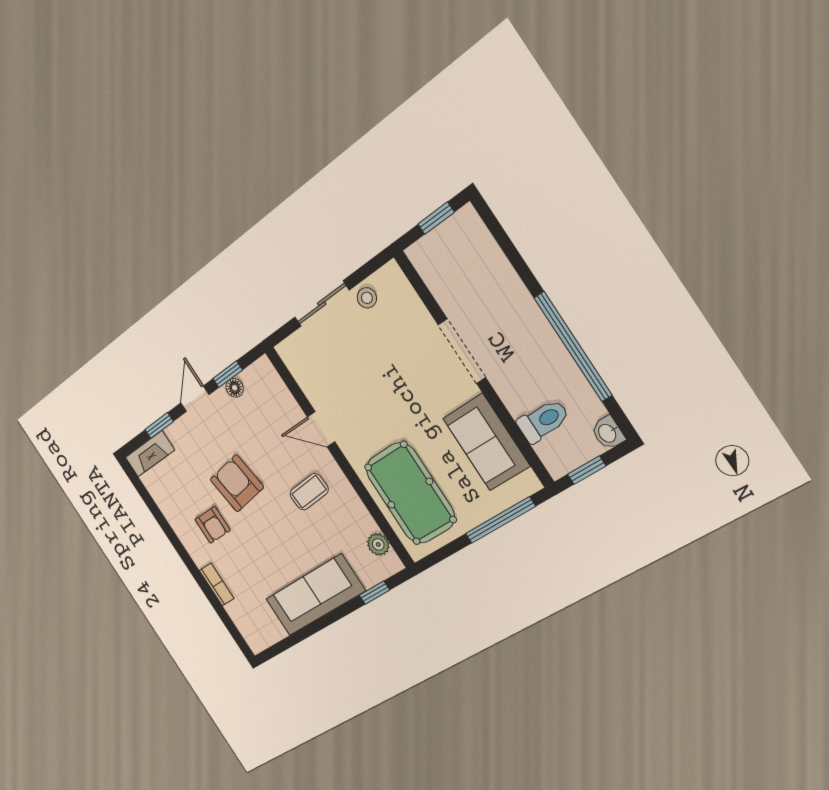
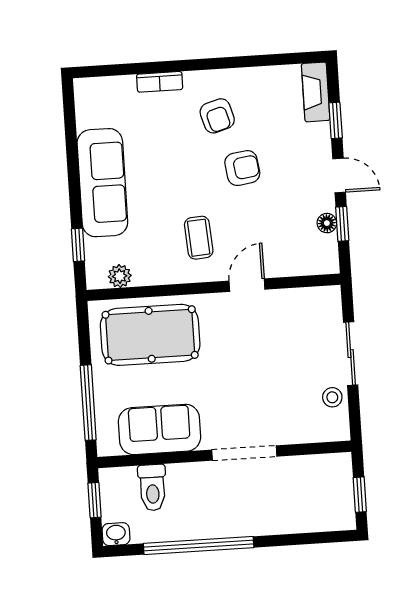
armchair: (237, 483) -> (242, 168), width x0.72, depth x0.72
armchair: (213, 525) -> (217, 116), turned -106

